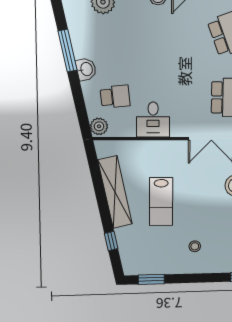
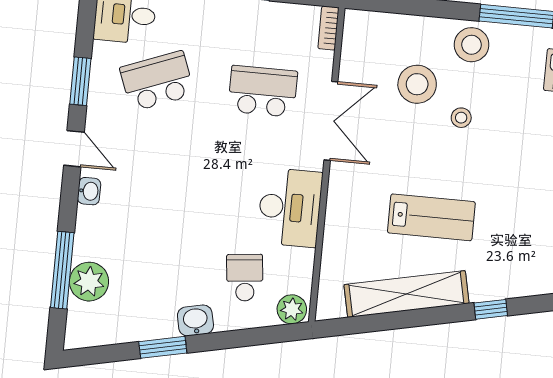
window: (67, 51) -> (163, 347), width x0.69
desk: (153, 119) -> (290, 207), width x1.37
stool: (195, 246) -> (461, 118), moved

